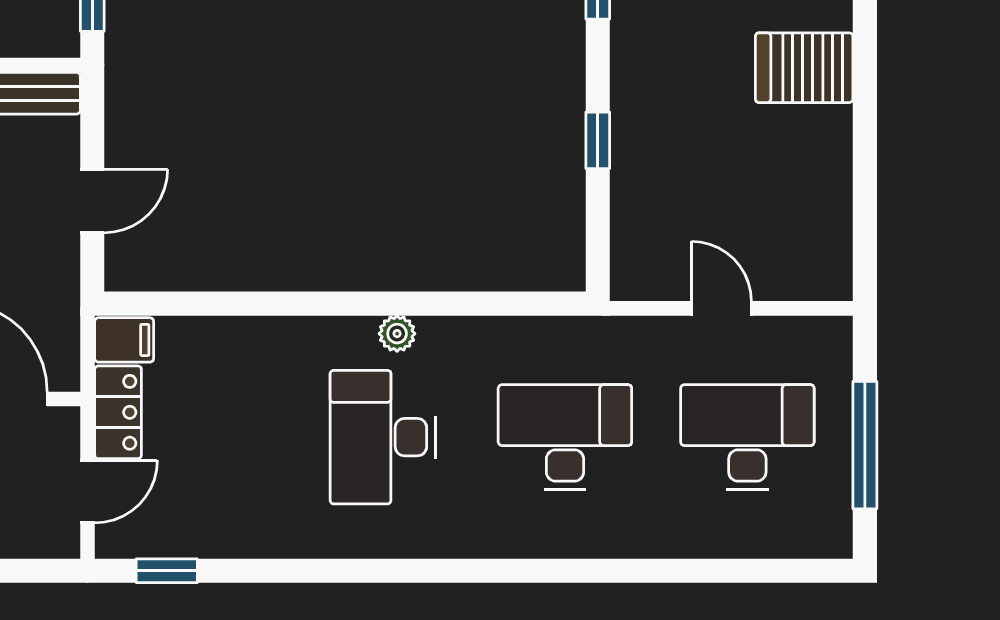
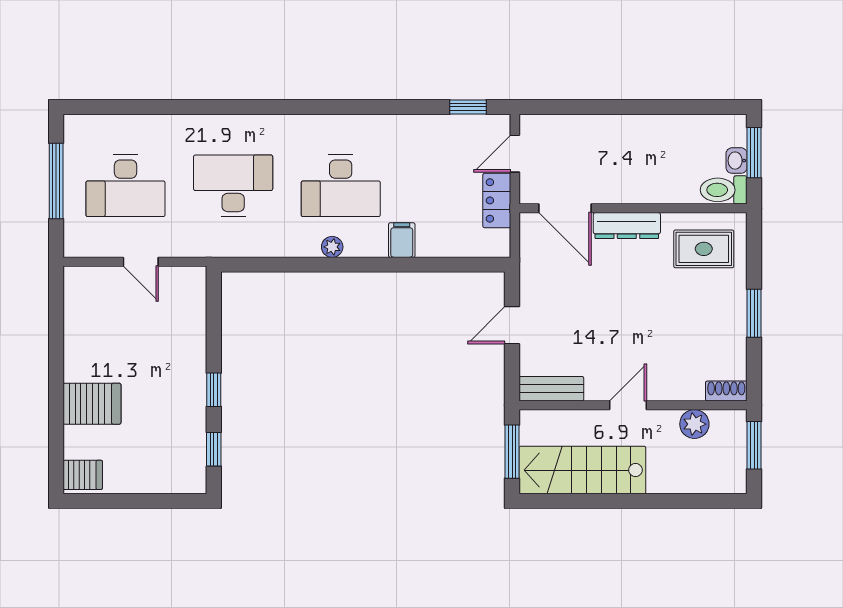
window: (598, 140) -> (214, 390), moved
filing cabinet: (124, 340) -> (402, 240), moved, turned 90
desk: (383, 437) -> (341, 186), turned 90
desk: (565, 437) -> (233, 186), turned 180

